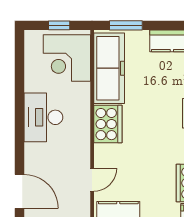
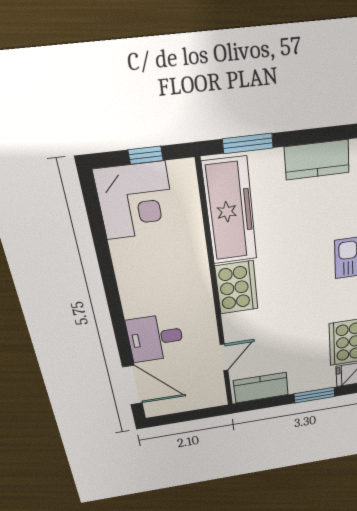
corner desk: (67, 58) -> (135, 201), moved, turned -90
desk: (43, 117) -> (155, 338), moved, width x0.73

